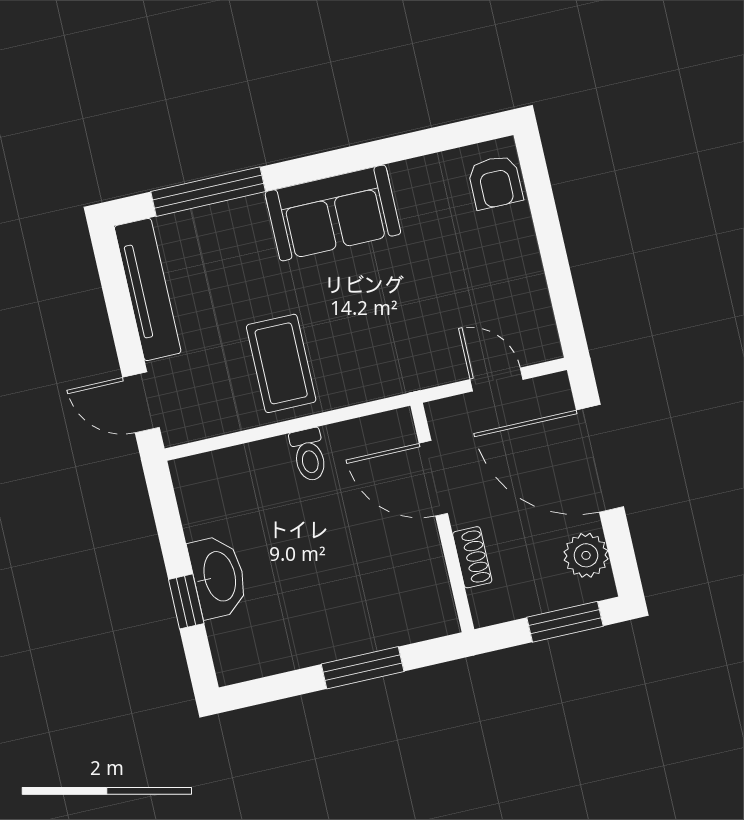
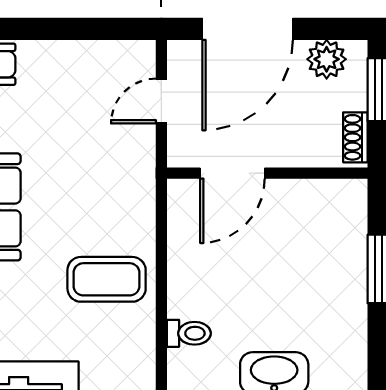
toilet: (309, 455) -> (189, 333), moved
shoe rack: (472, 557) -> (355, 137), moved, turned -90

